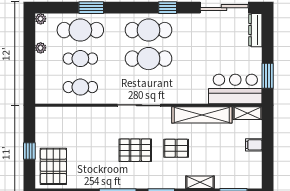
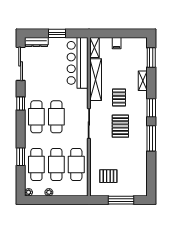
cafe table: (80, 59) -> (56, 164), width x1.37, depth x1.35
window: (268, 76) -> (57, 33), moved
cafe table: (80, 87) -> (76, 164), width x1.37, depth x1.35
bar counter: (235, 89) -> (78, 63), width x1.36
window: (29, 151) -> (121, 200), width x2.17
pallet: (53, 166) -> (108, 176), moved, width x0.67, depth x0.71

